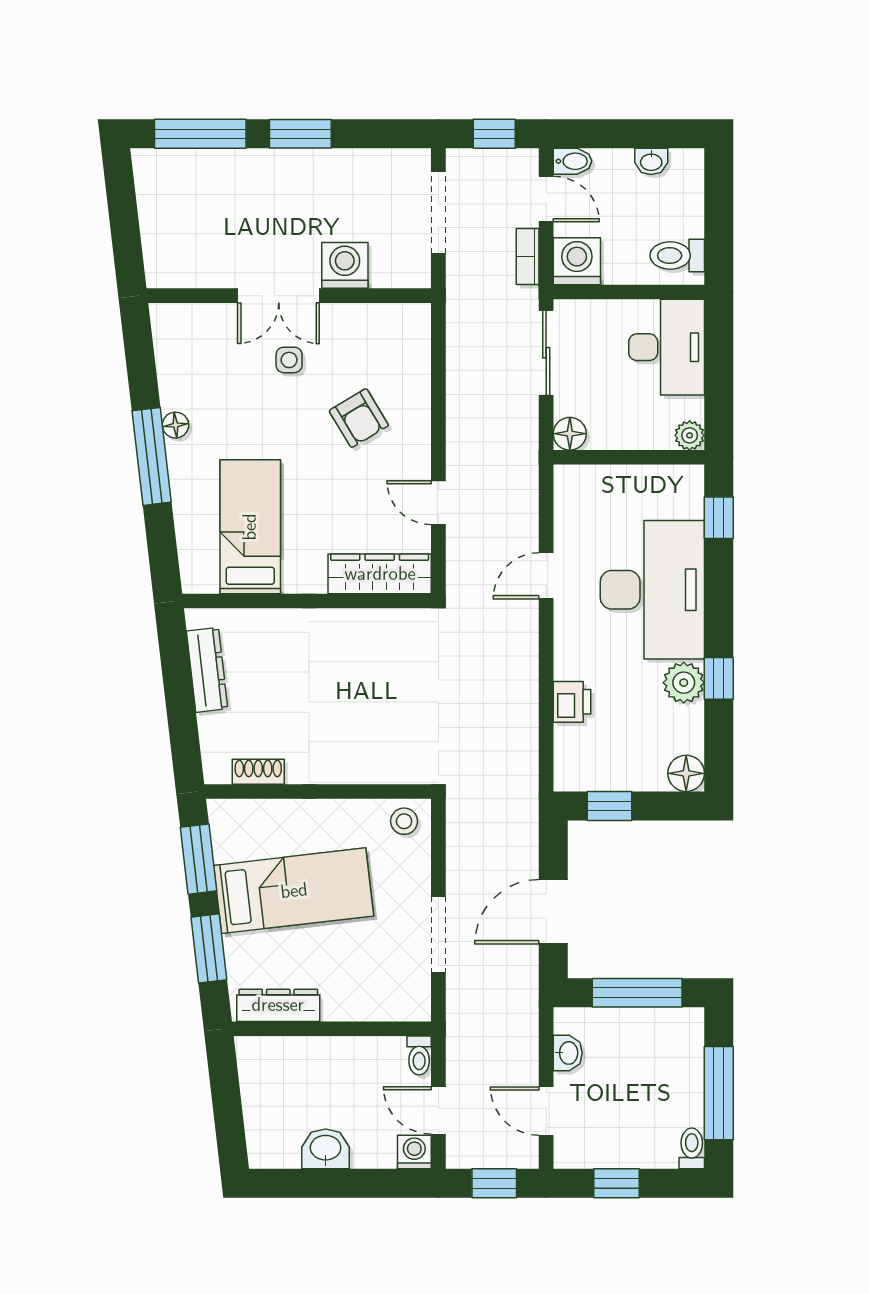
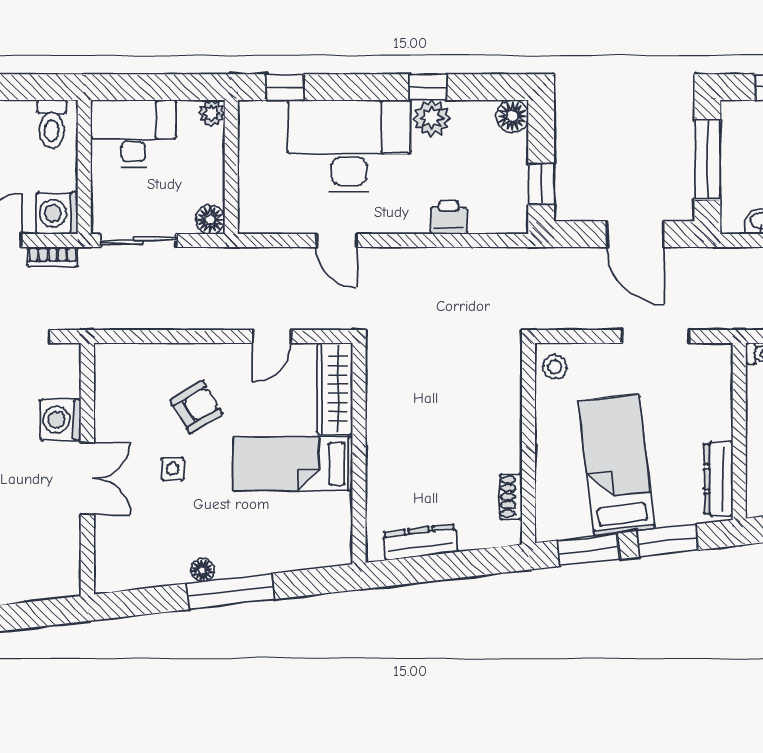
side table: (289, 360) -> (173, 469), moved
bed: (250, 527) -> (293, 464), moved

